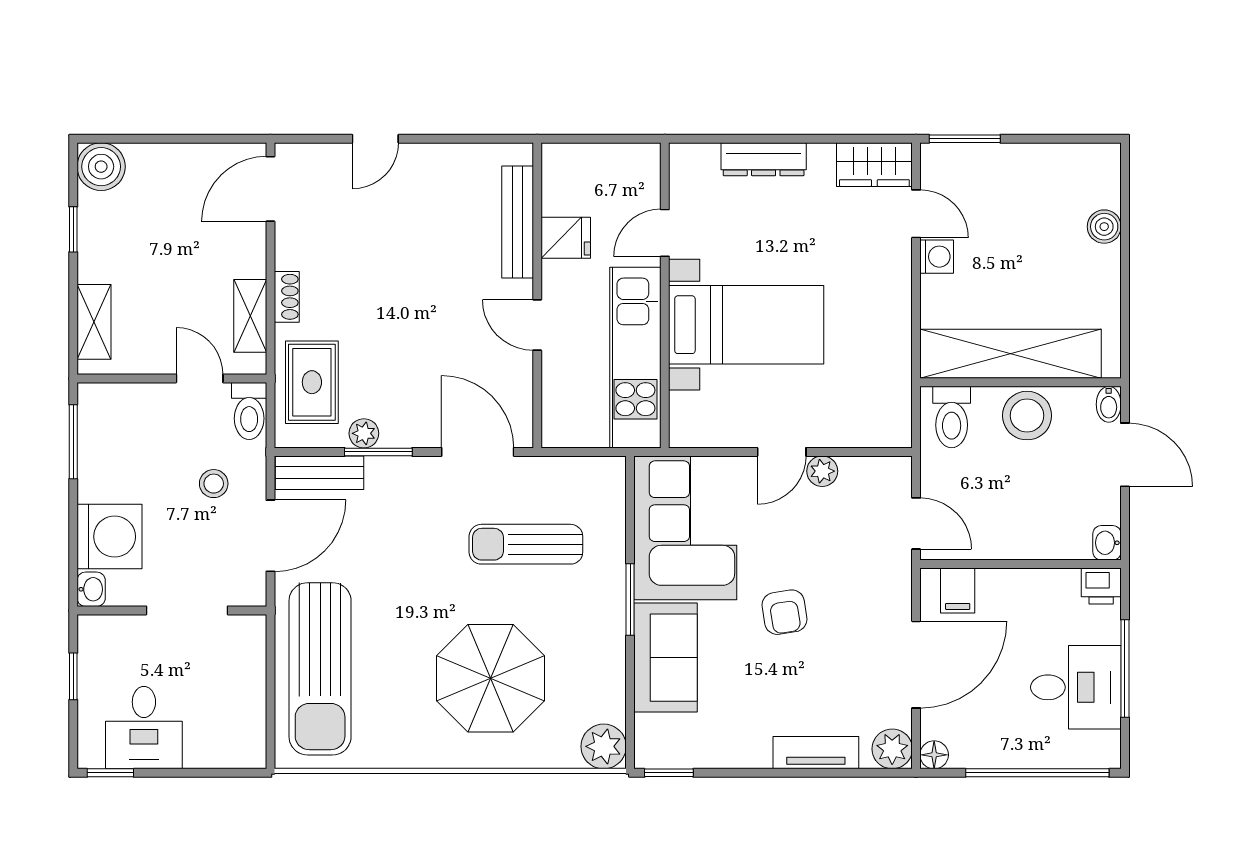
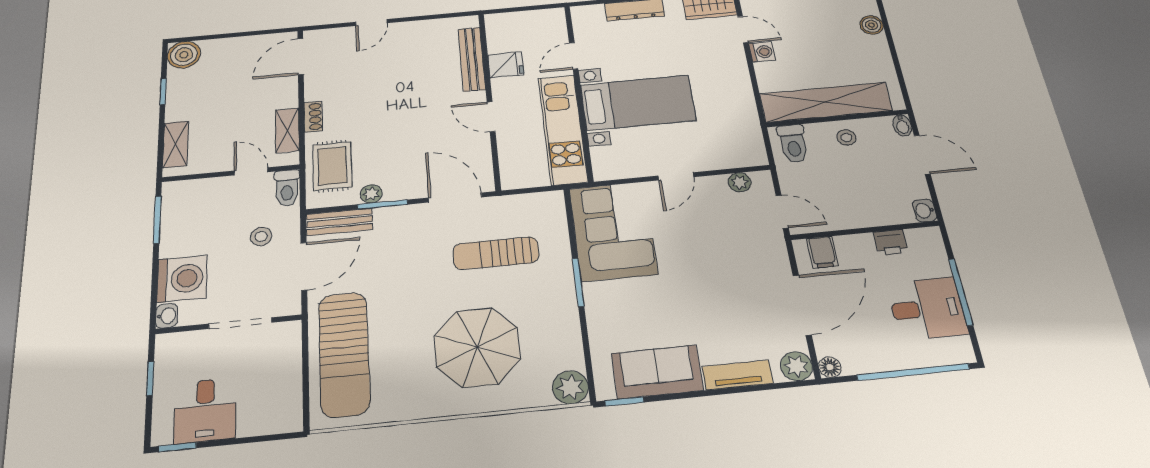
stool: (1027, 416) -> (846, 138), width x0.53, depth x0.53
plant: (822, 471) -> (740, 182), moved
printer: (1101, 586) -> (891, 242), moved
armchair: (784, 612) -> (696, 279), removed
sofa: (665, 658) -> (657, 372), moved, turned -90

